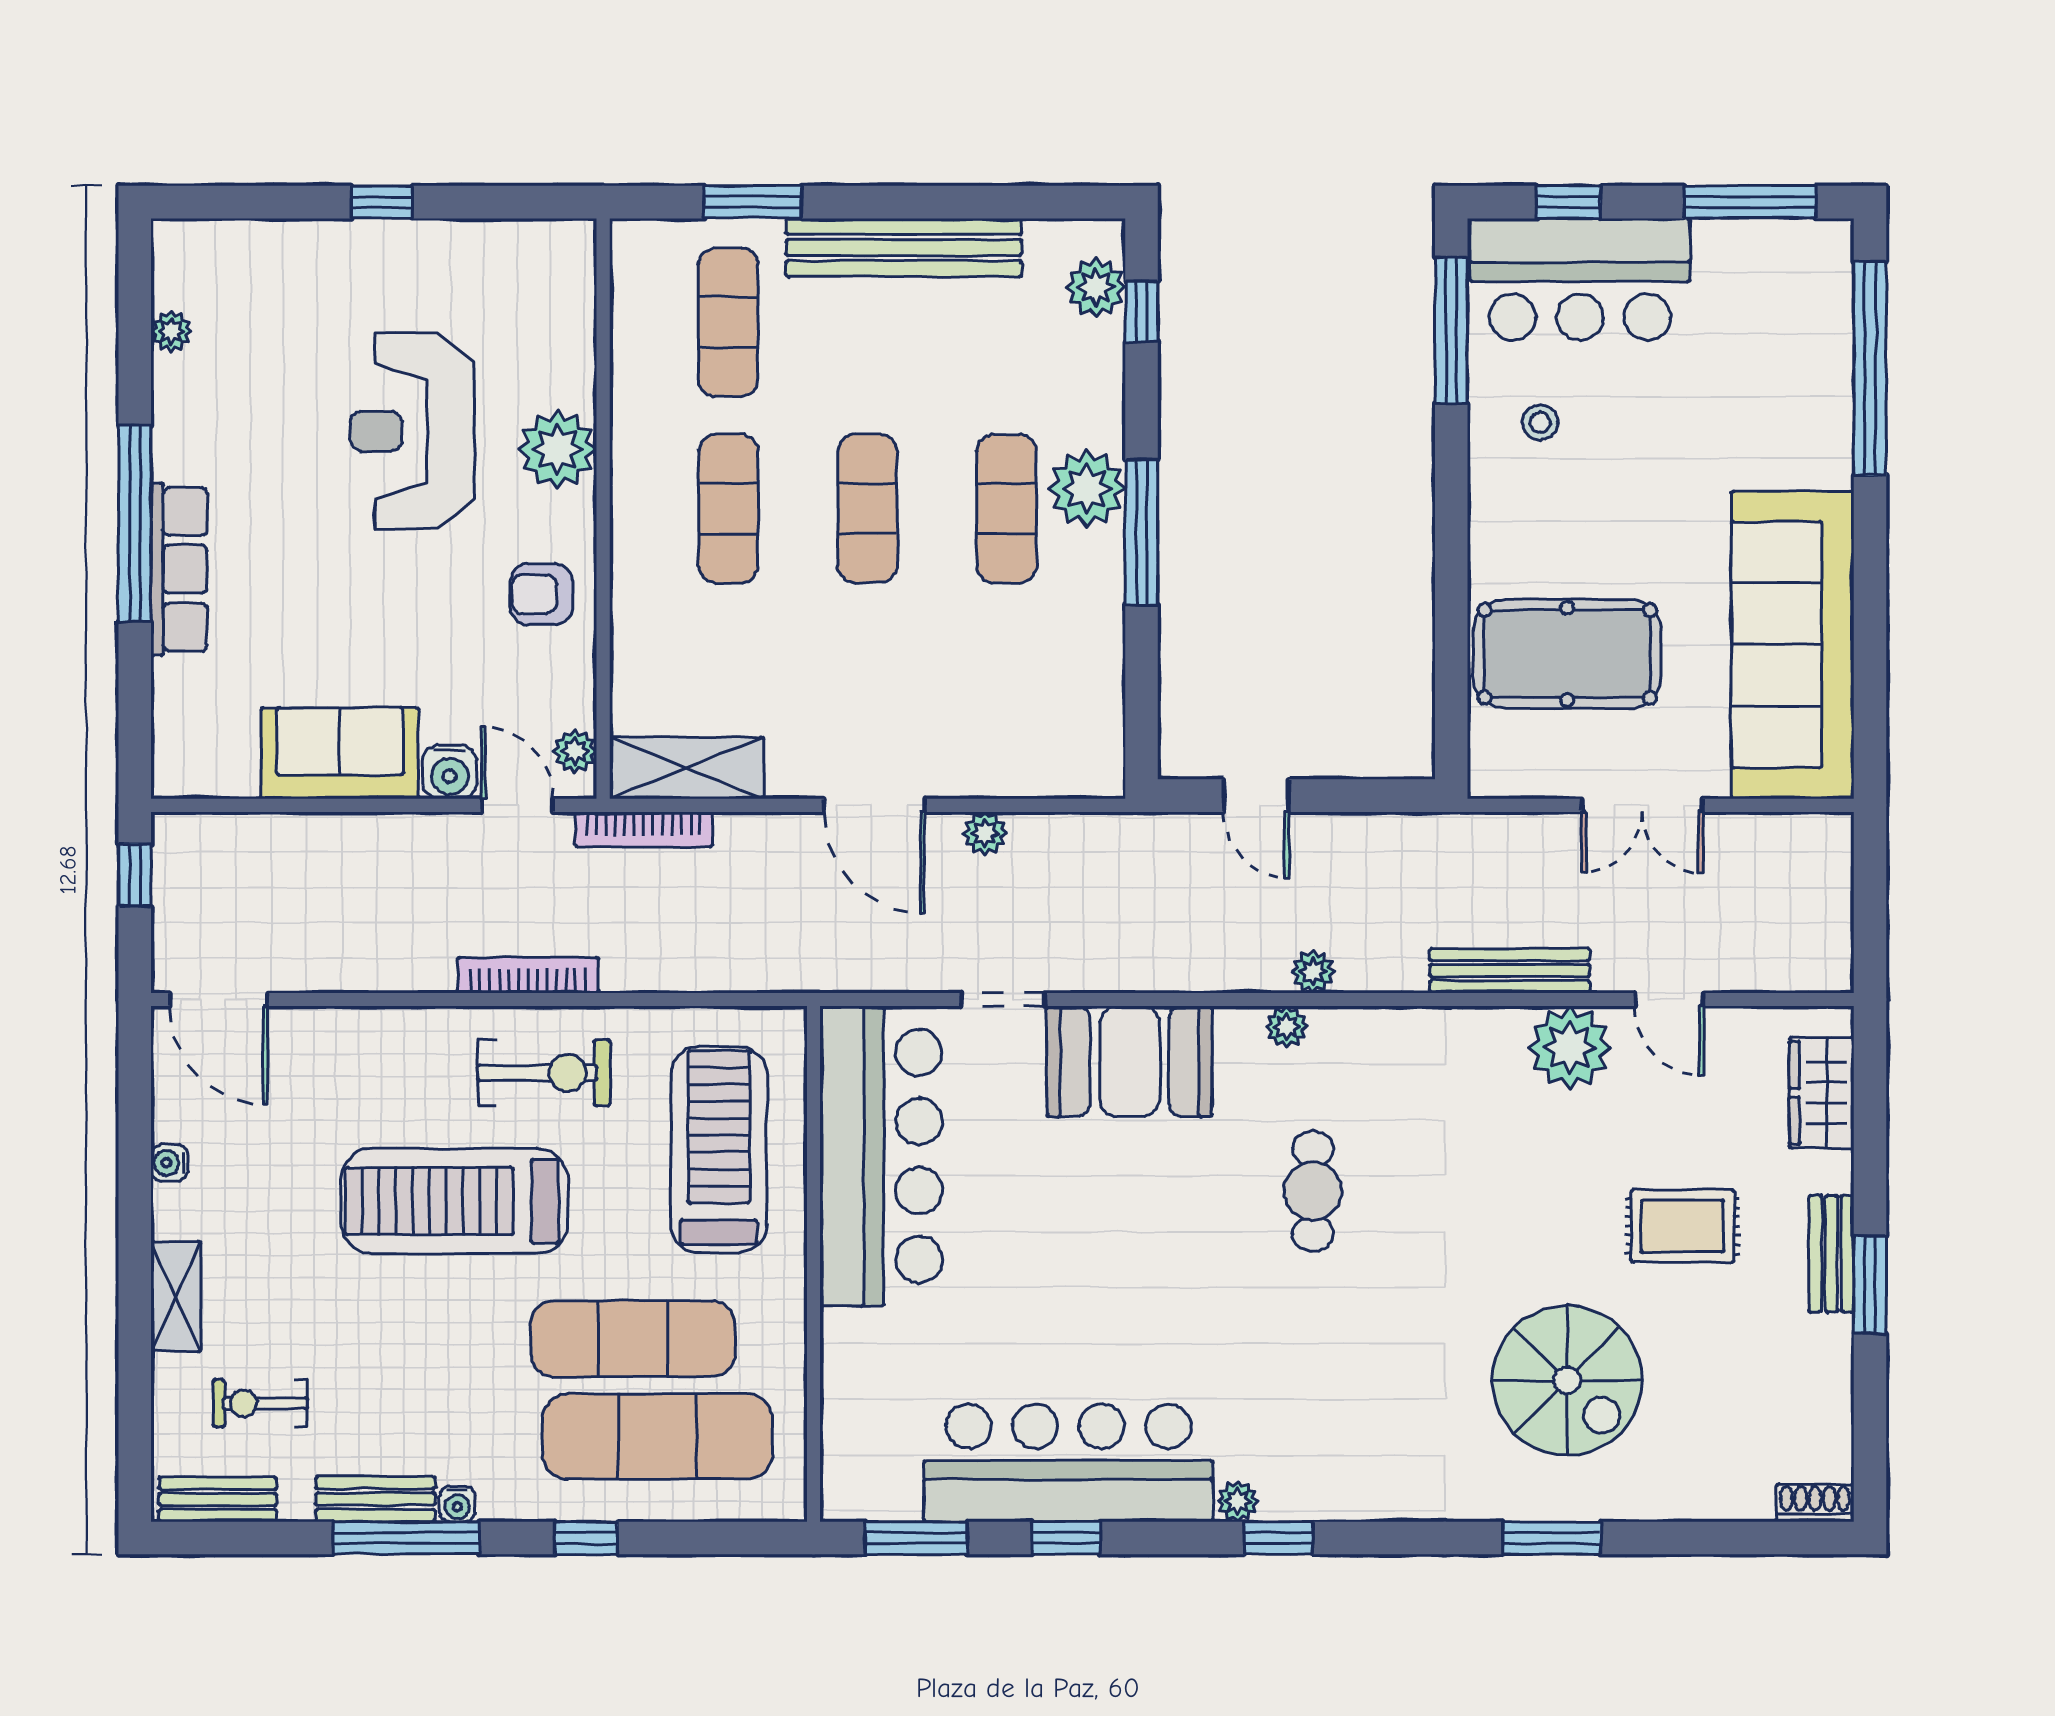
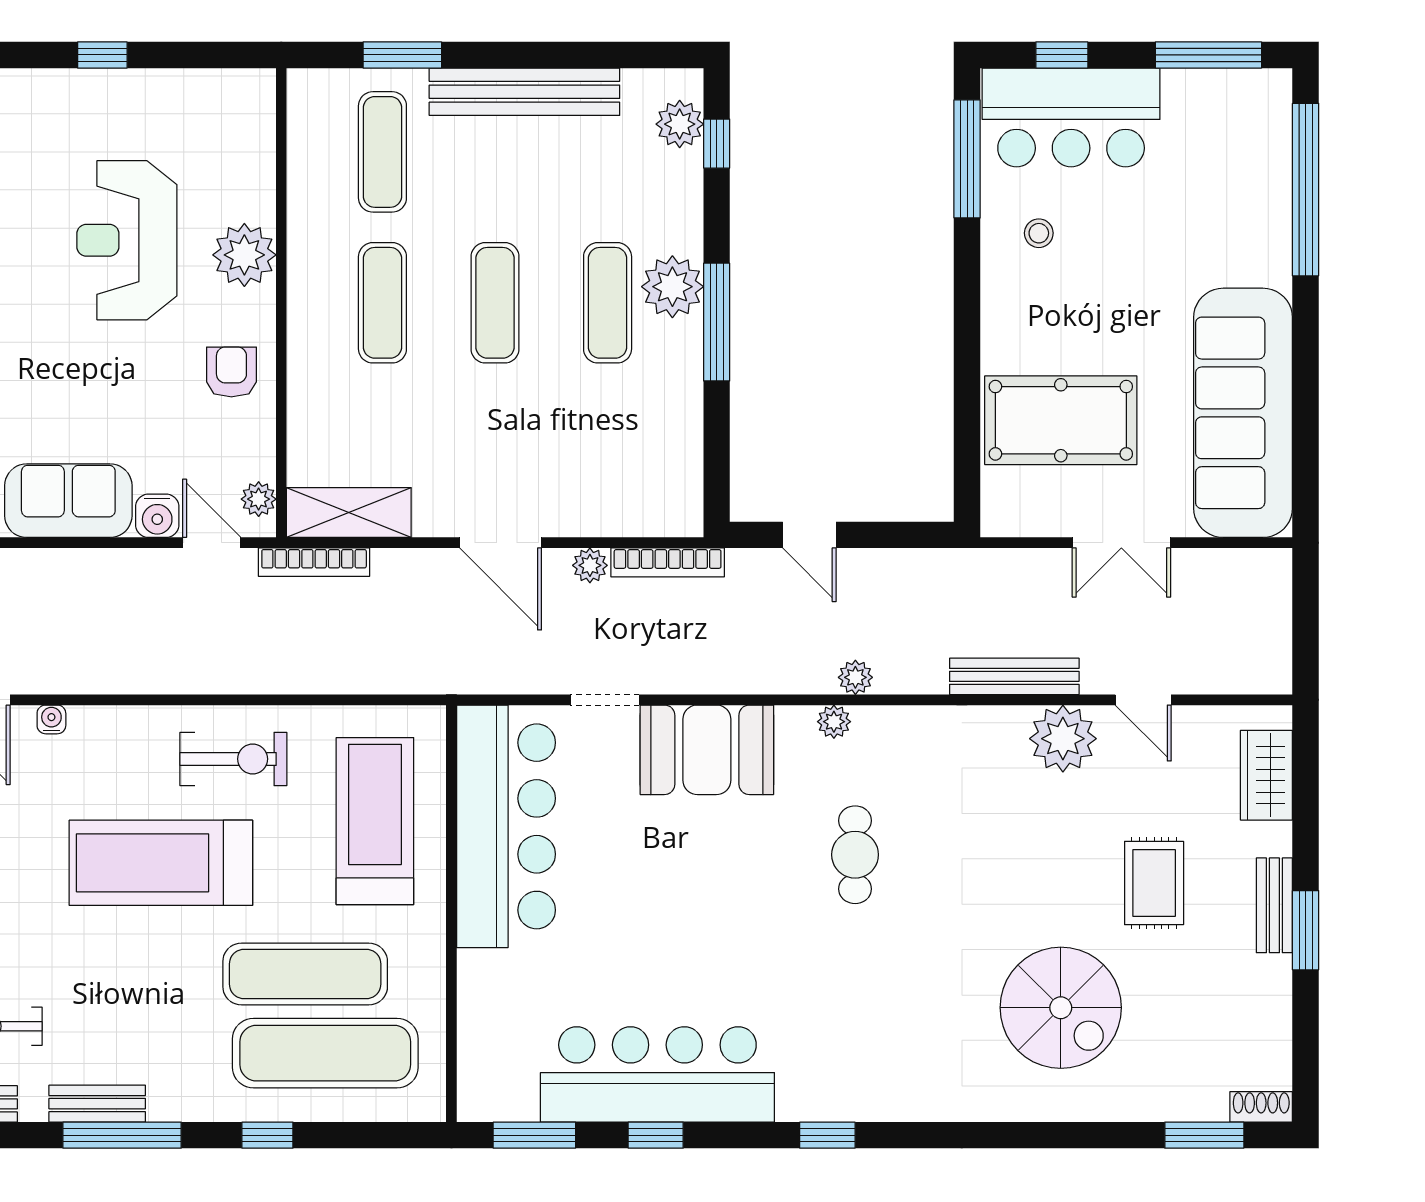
armchair: (542, 594) -> (231, 372), turned 90
bookcase: (528, 975) -> (668, 562), moved, turned 180
rug: (1683, 1226) -> (1154, 883), turned 90
plant: (1238, 1501) -> (794, 1105), removed
water cooler: (457, 1504) -> (51, 719), moved, turned 180
window: (1552, 1538) -> (1204, 1135), moved

